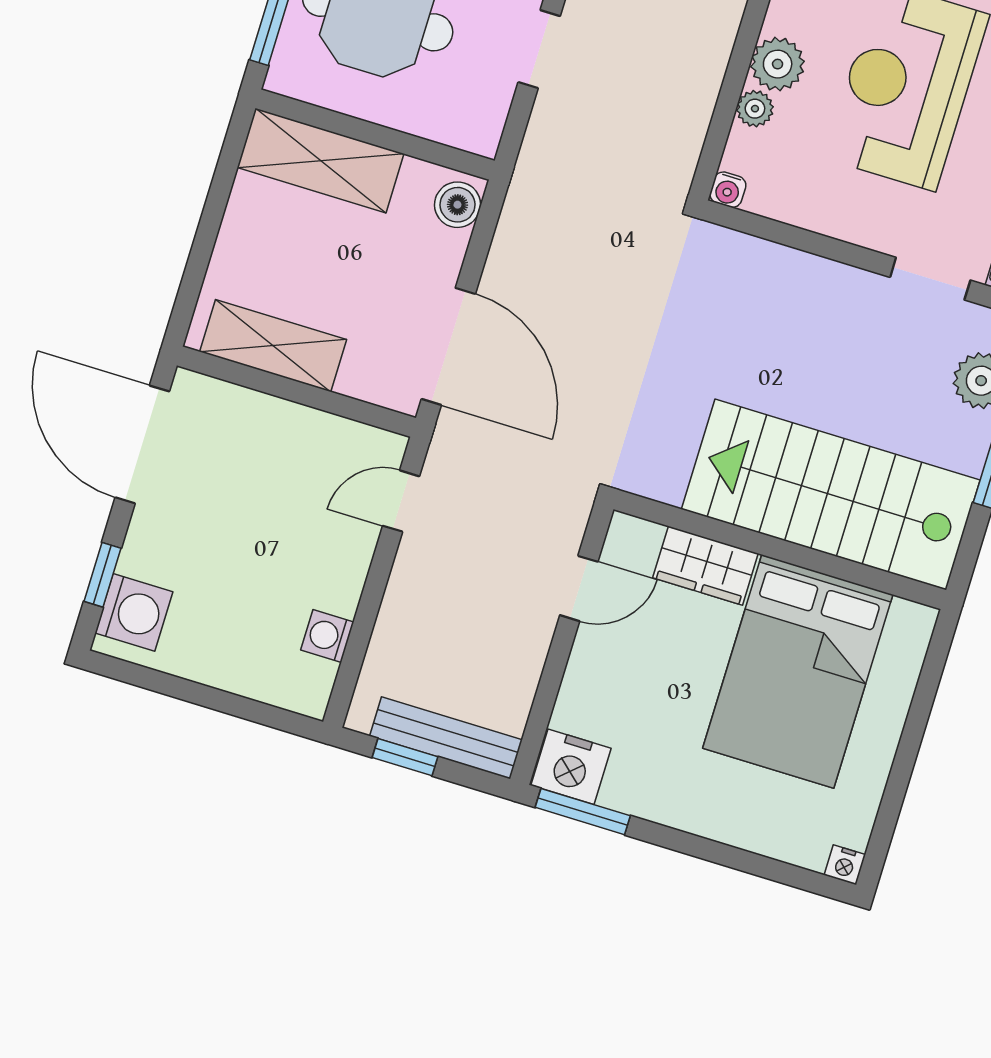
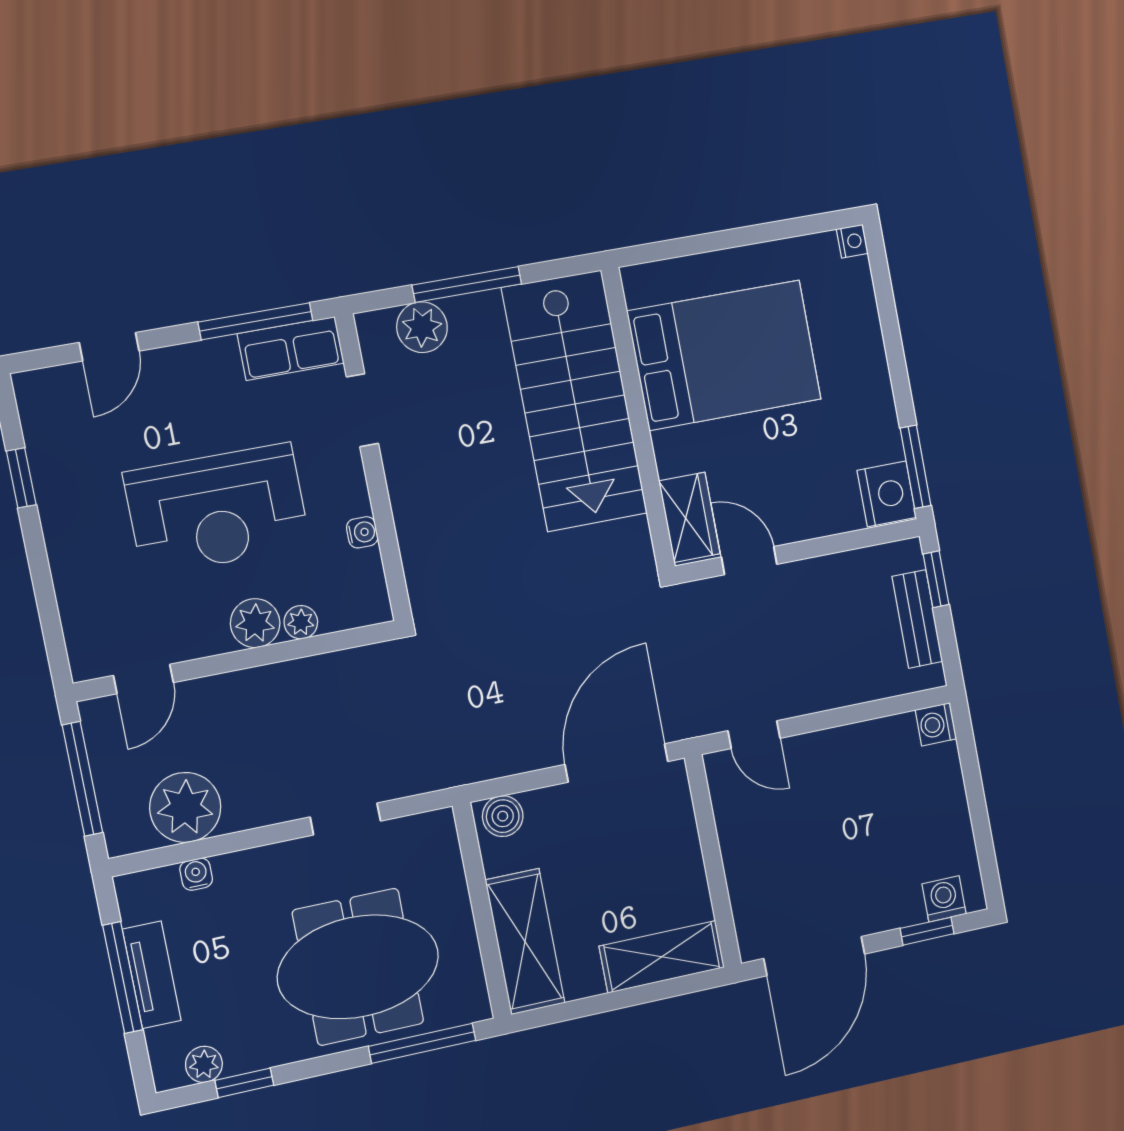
water cooler: (728, 190) -> (362, 532), moved
shelving: (273, 346) -> (662, 957), moved, turned 90
wardrobe: (705, 566) -> (689, 517), moved
washing machine: (134, 612) -> (944, 899), width x0.73, depth x0.73
washing machine: (327, 636) -> (936, 724), moved, turned 90
bench: (446, 738) -> (917, 619), width x0.73
window: (405, 757) -> (936, 579), moved

